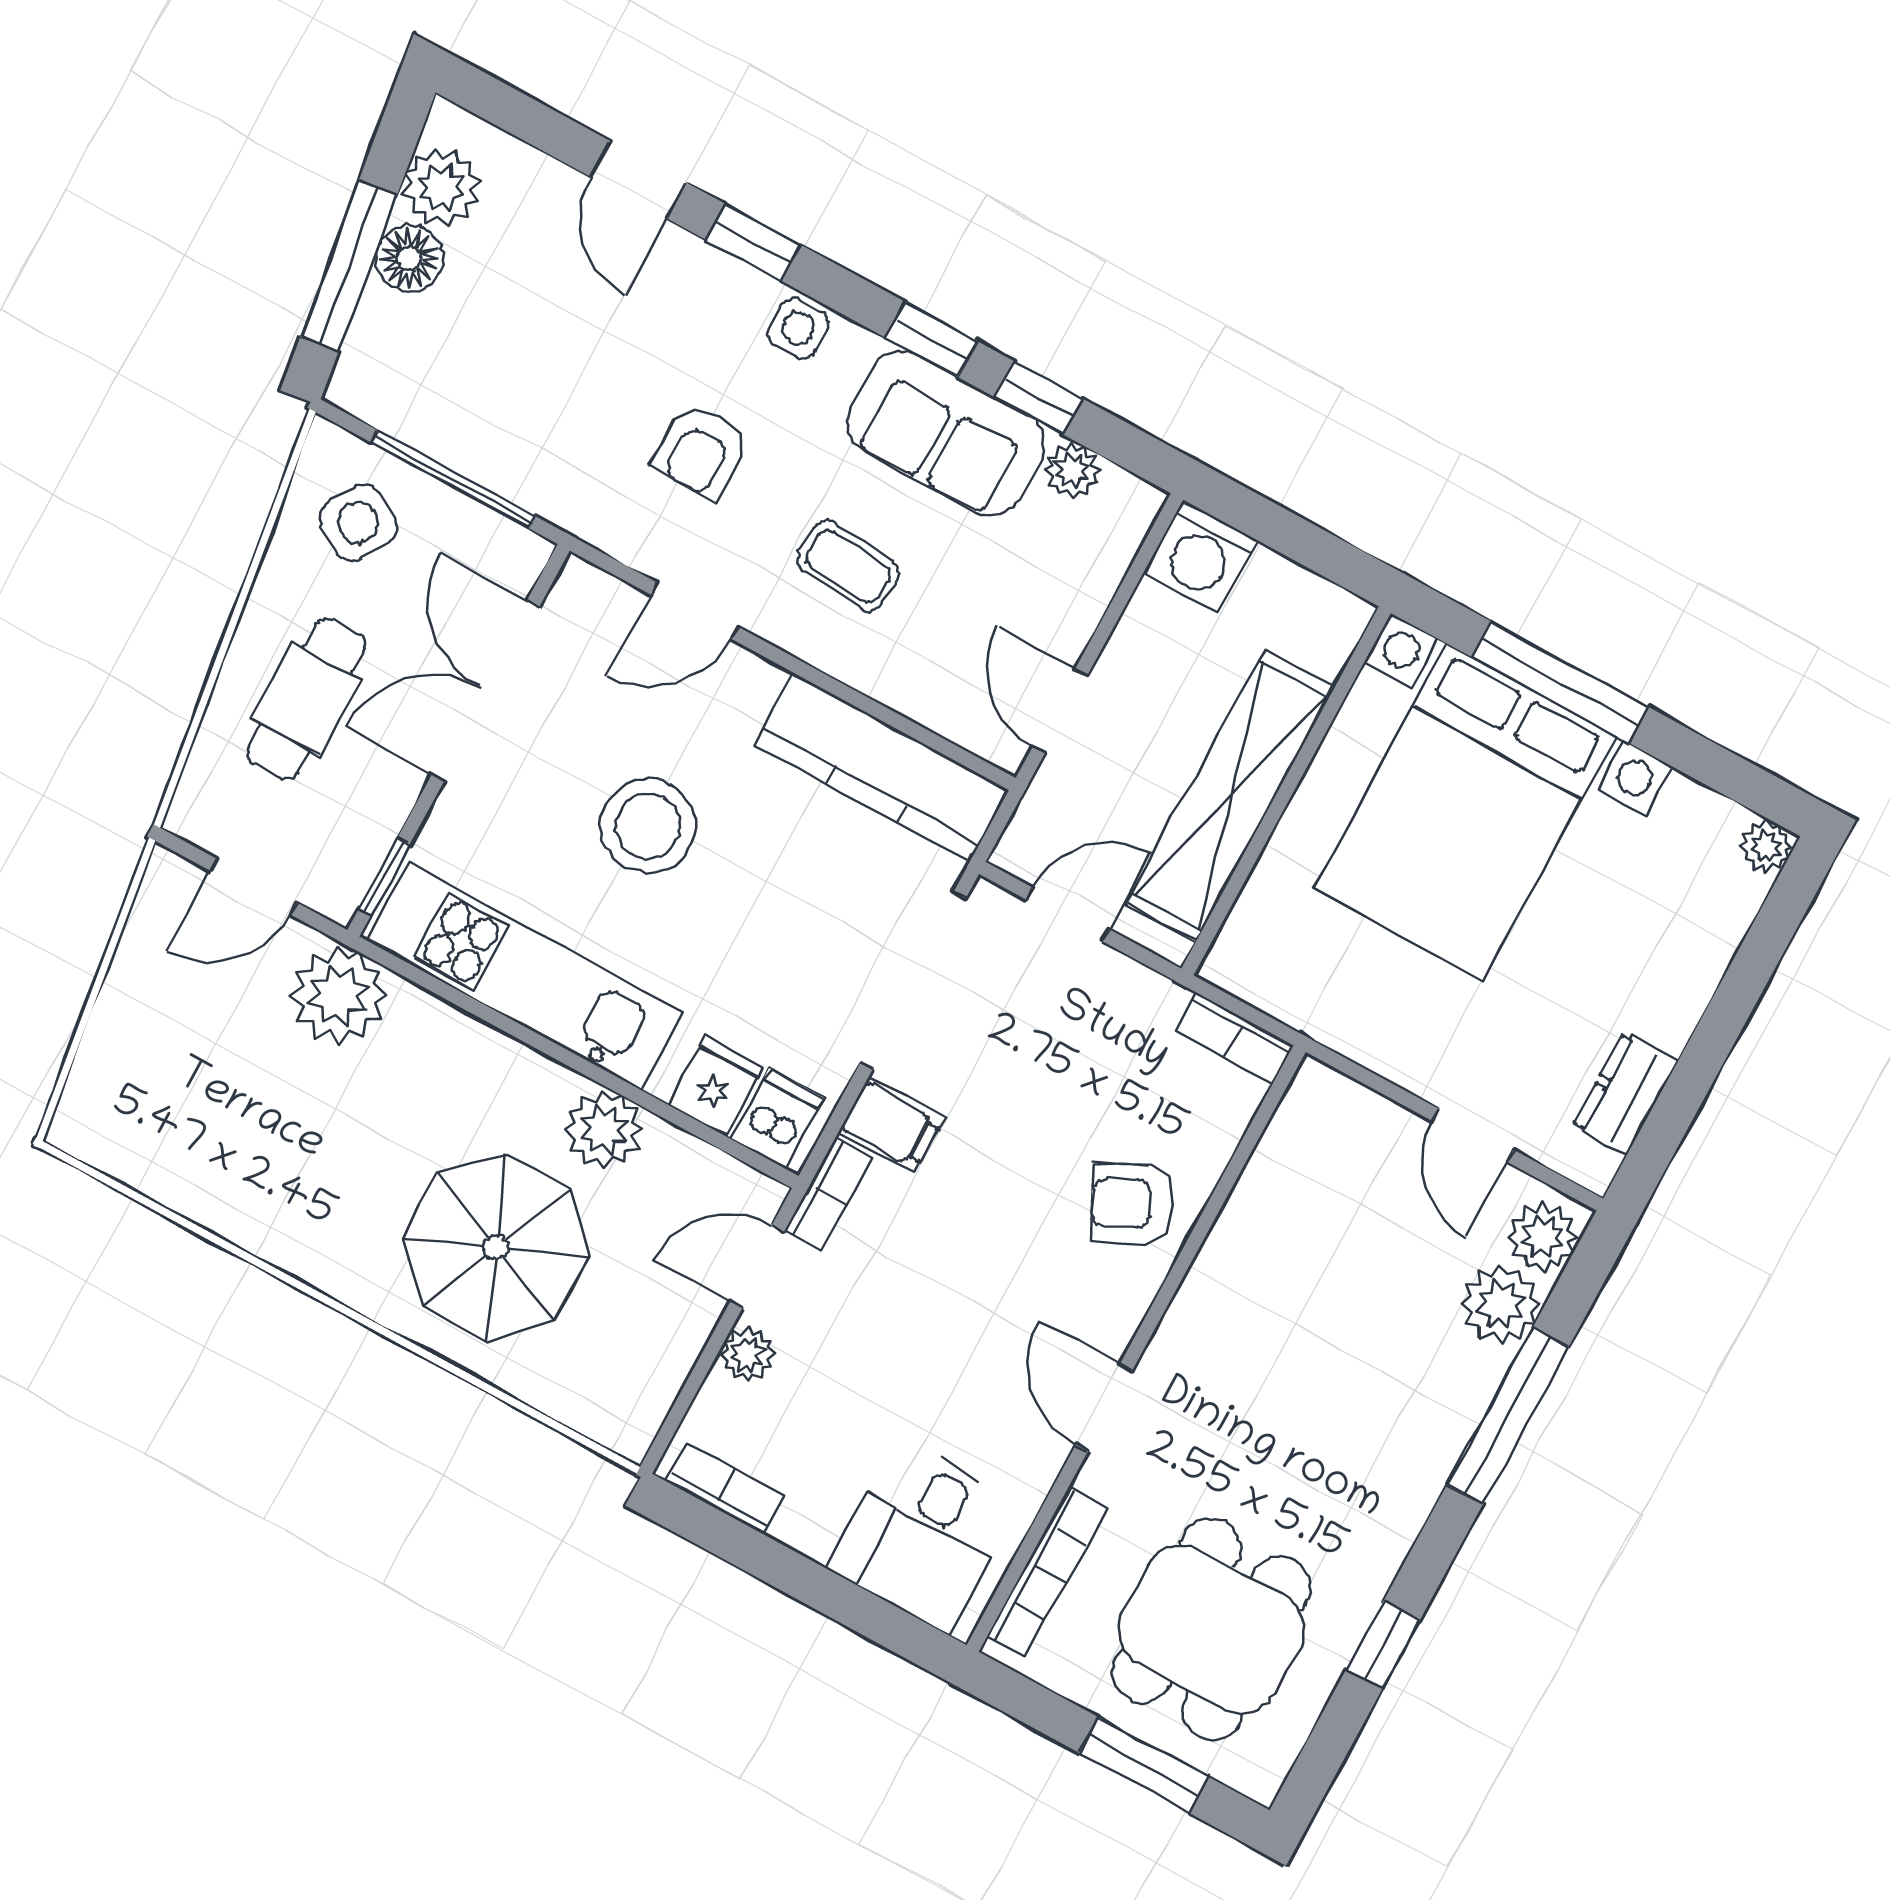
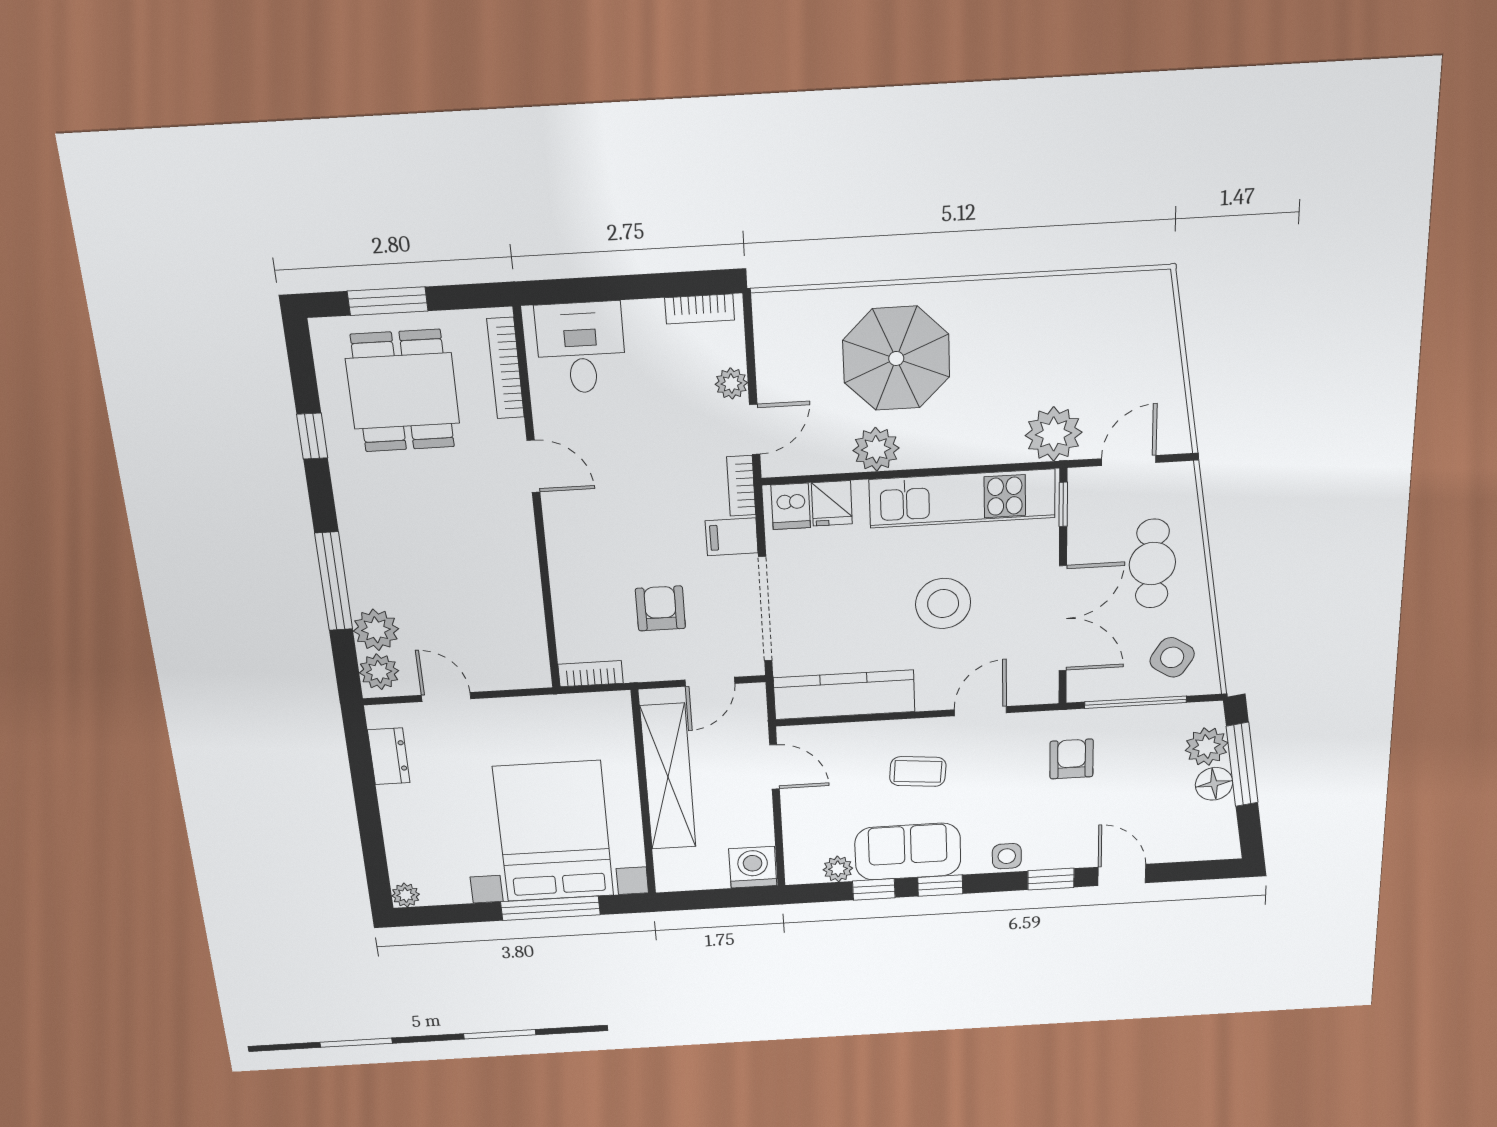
plant: (441, 187) -> (1207, 747), moved
armchair: (701, 451) -> (1072, 759), moved
armchair: (1132, 1204) -> (660, 608), moved, turned -64

